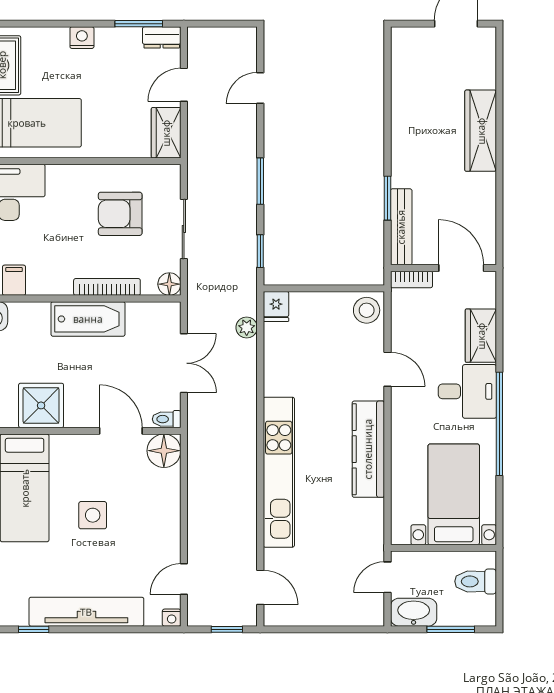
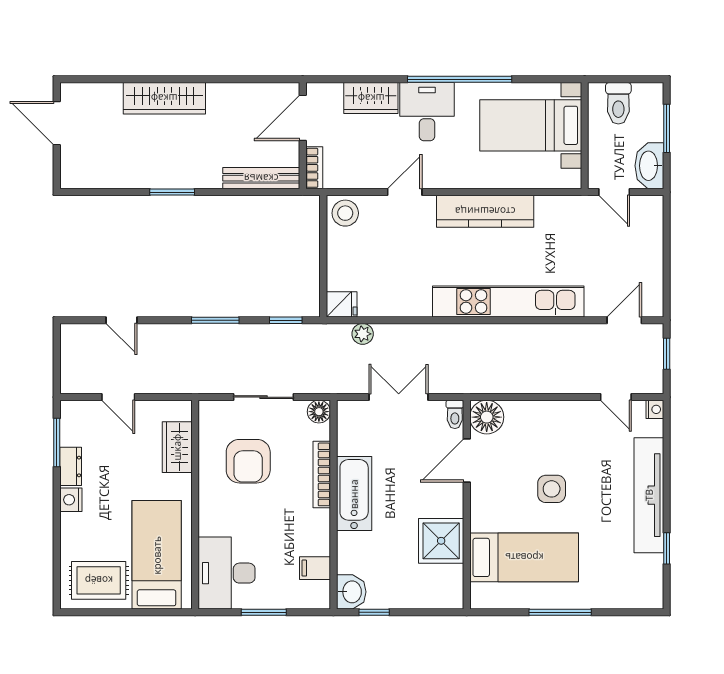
dresser: (162, 37) -> (71, 466), moved
wardrobe: (166, 133) -> (177, 447), moved, turned 90
window: (387, 198) -> (172, 192), moved

